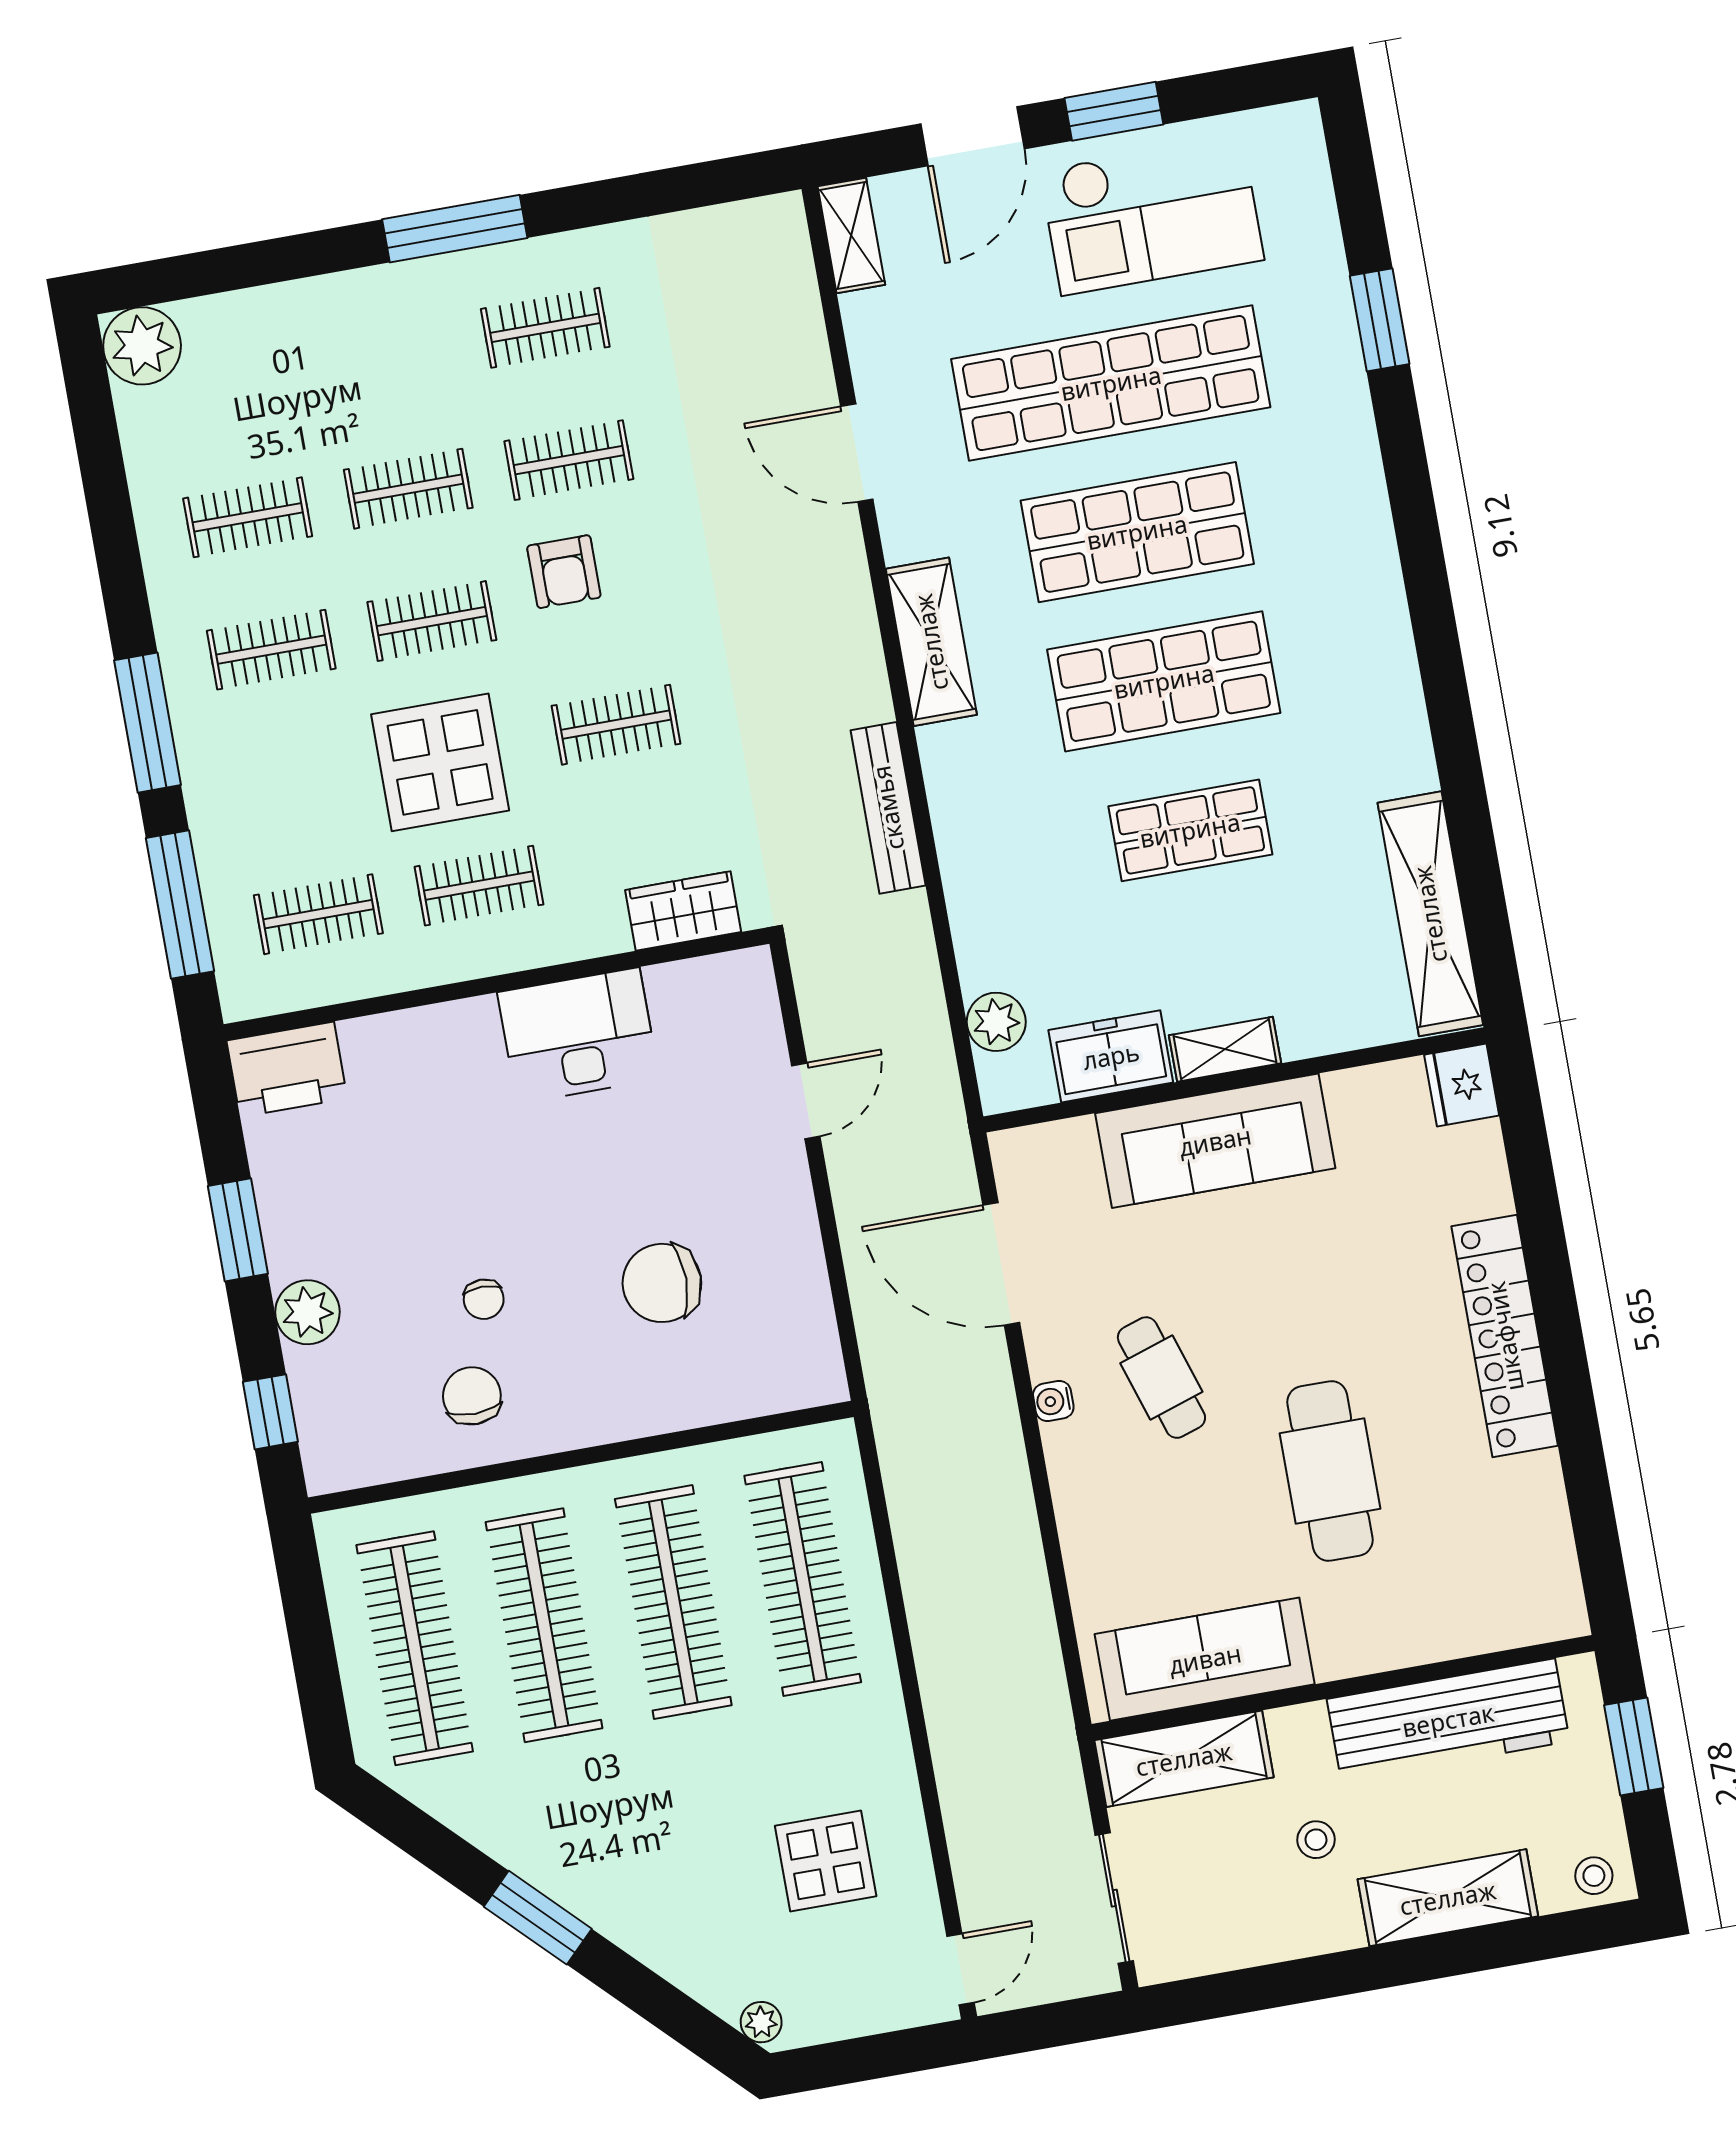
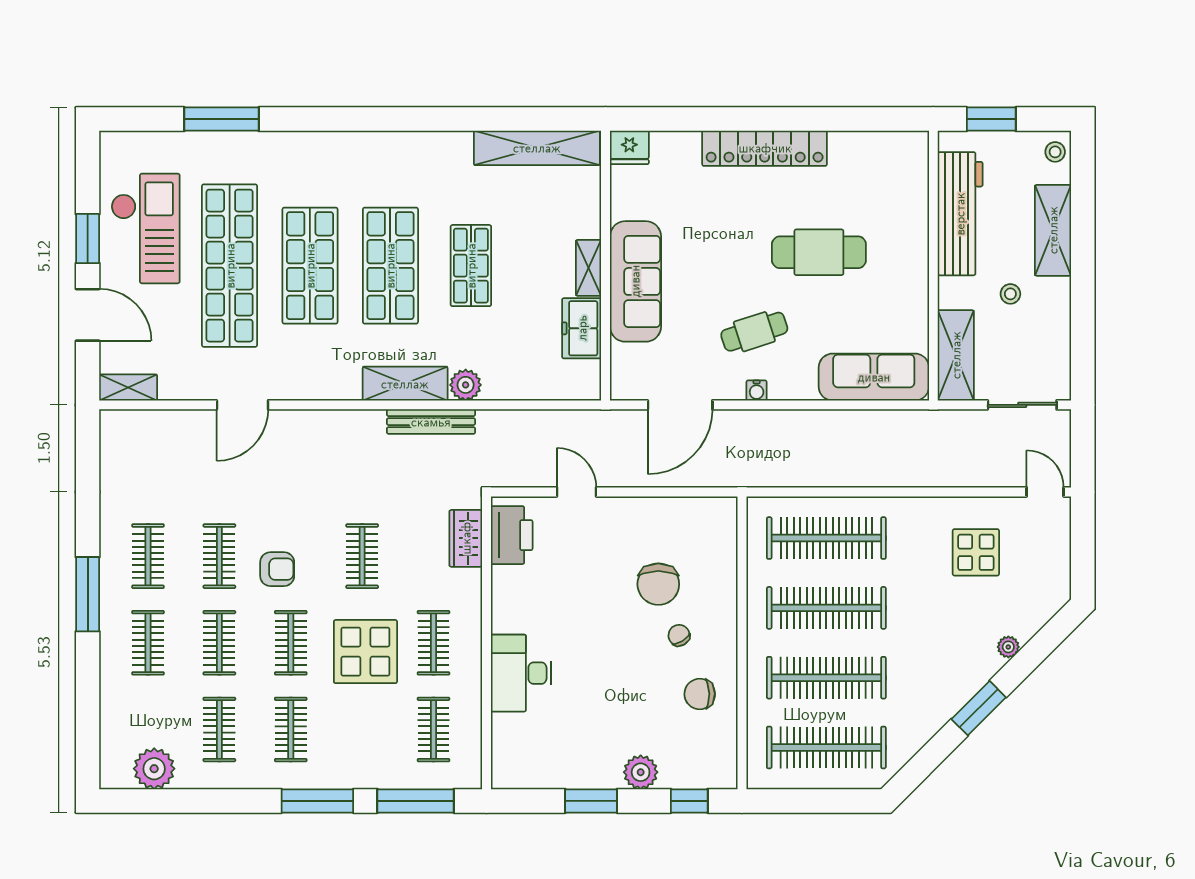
window: (1380, 320) -> (222, 119), width x1.44
plant: (142, 346) -> (154, 769), moved
clothes rail: (385, 356) -> (148, 643), added
shelving: (931, 642) -> (405, 384), moved
plant: (996, 1022) -> (466, 385), moved
desk: (578, 1036) -> (521, 673), moved
printer: (287, 1069) -> (512, 535), moved
chair: (484, 1299) -> (679, 635), moved, turned -121
sofa: (1205, 1659) -> (874, 377), moved, turned 90
plant: (761, 2022) -> (1008, 647), moved

